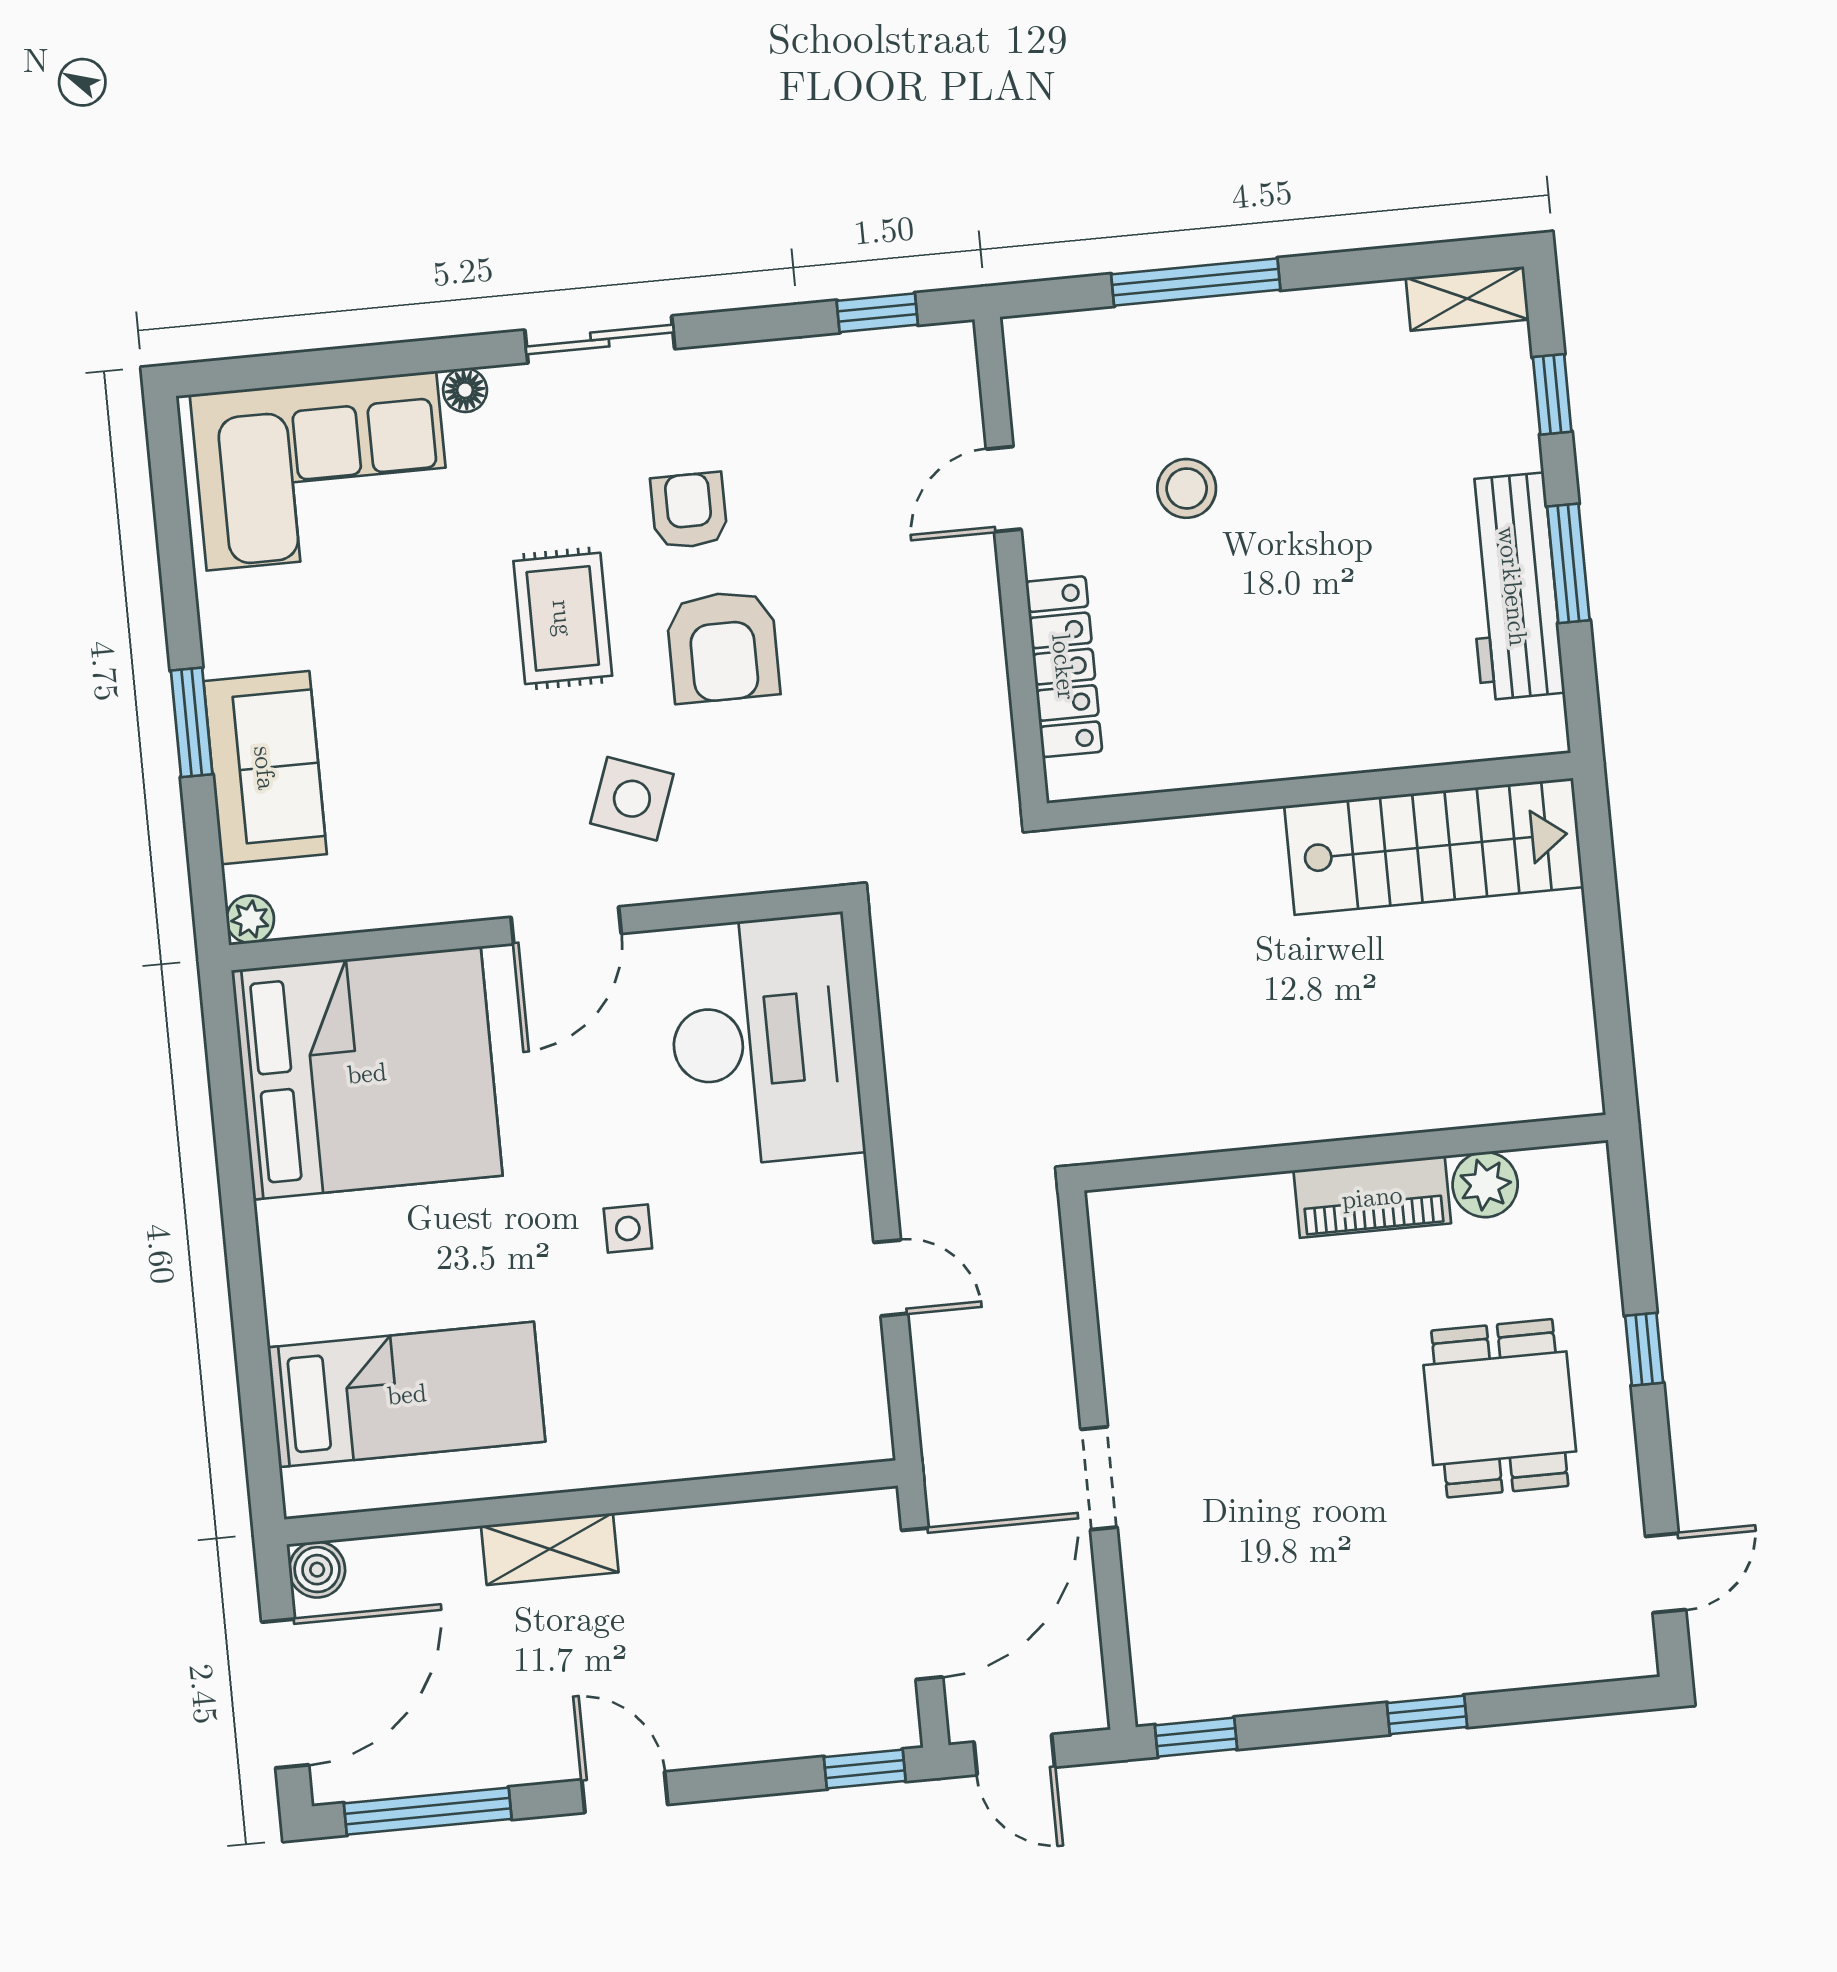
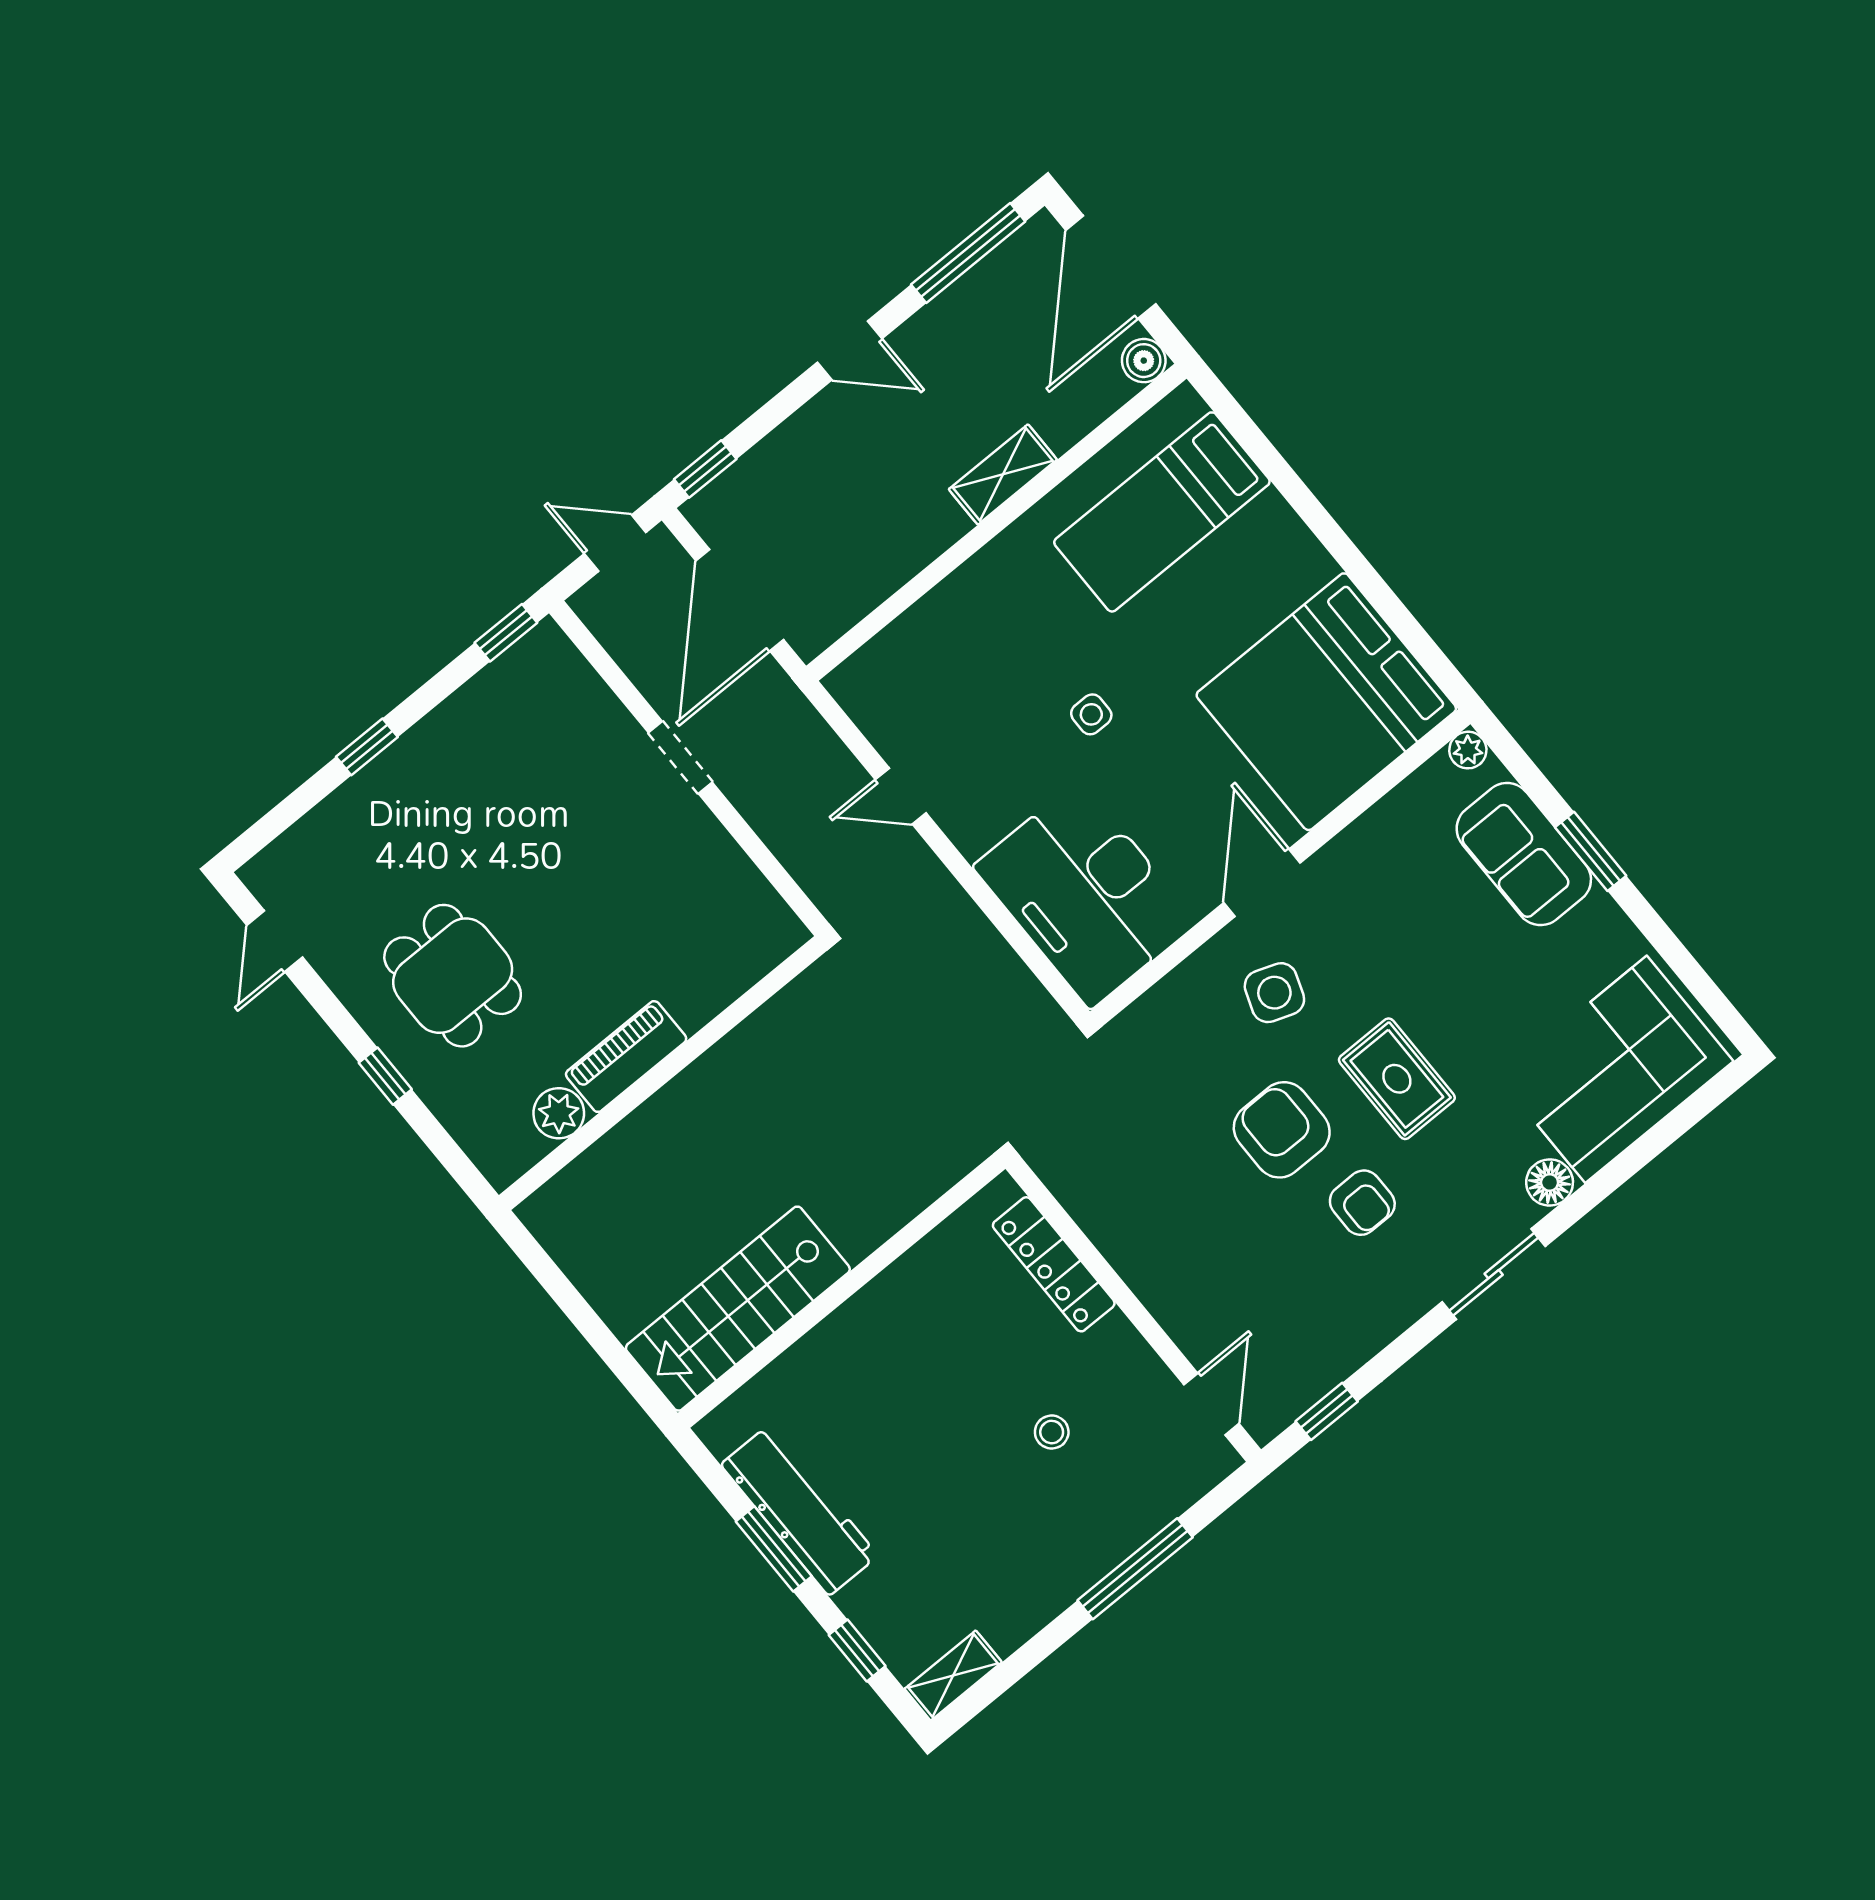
floor lamp: (465, 390) -> (1550, 1182), width x1.37, depth x1.37
stool: (1187, 488) -> (1052, 1432), width x0.73, depth x0.73
door: (1004, 489) -> (1211, 1404), moved

